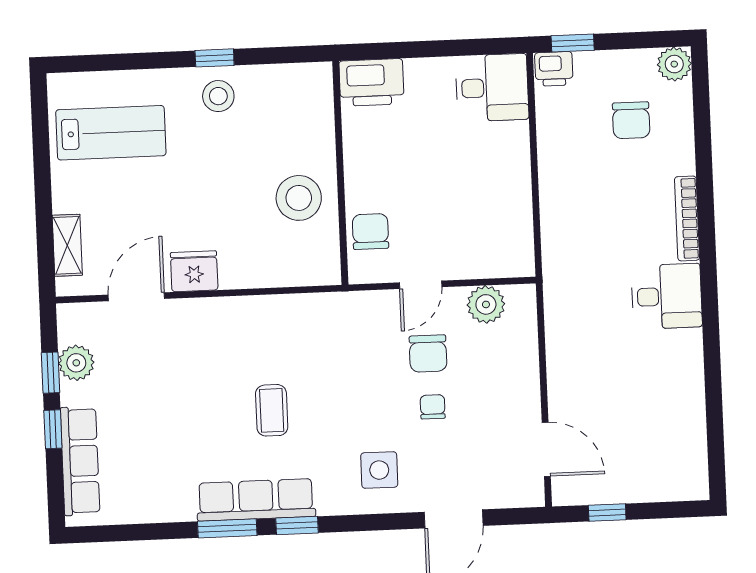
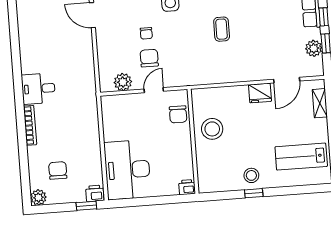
printer: (372, 82) -> (187, 187), width x0.53, depth x0.68
desk: (492, 88) -> (127, 170), width x1.87, depth x1.30

